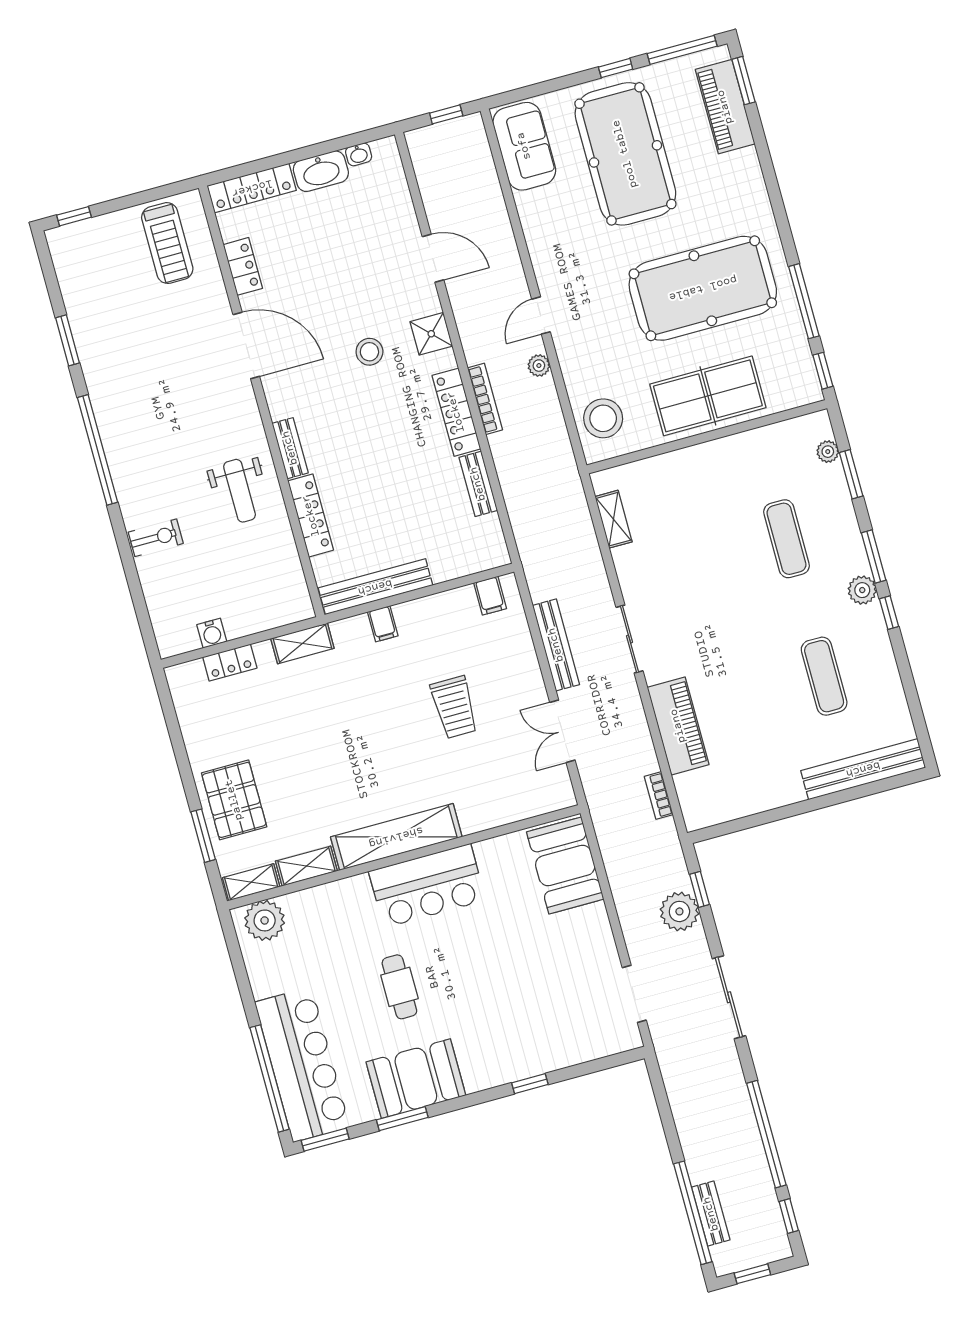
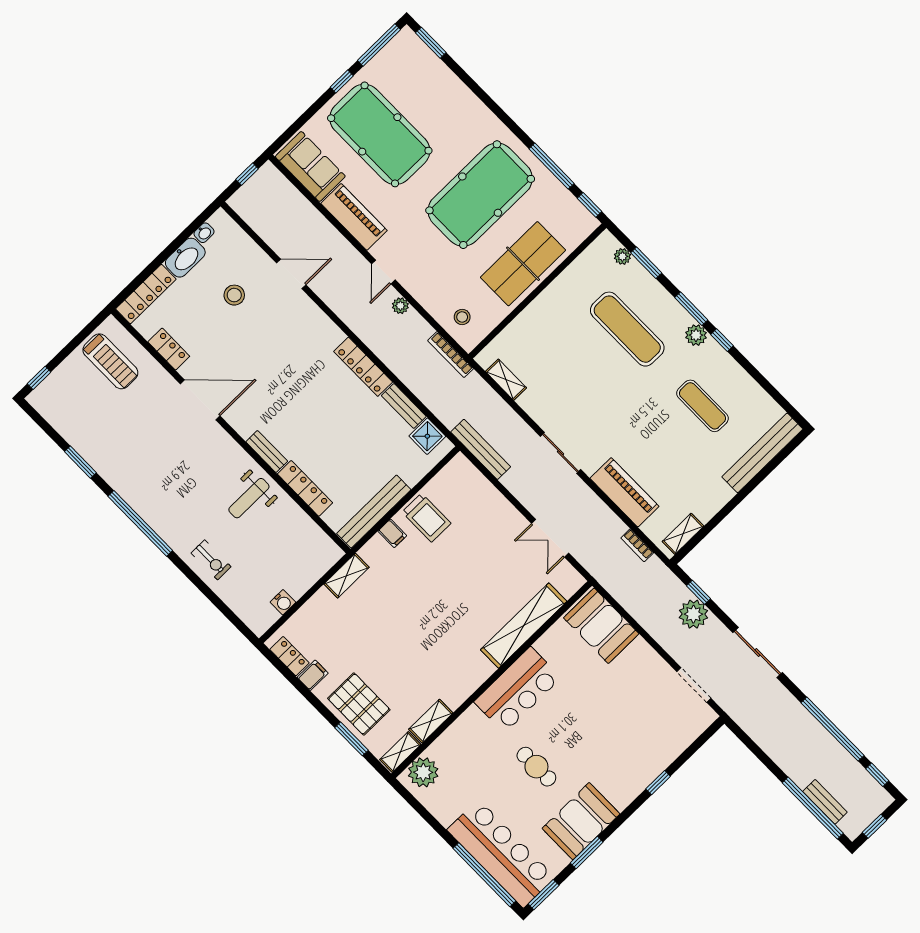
piano: (725, 107) -> (354, 217), moved, turned 180
shower: (431, 334) -> (427, 436), moved
stool: (369, 352) -> (234, 295), moved
bookcase: (485, 399) -> (451, 355), moved, turned 180
stool: (603, 418) -> (462, 317), width x0.53, depth x0.53
weight bench: (240, 491) -> (249, 498), turned 90
exercise bike: (156, 538) -> (211, 560), turned 90
exercise mat: (787, 539) -> (627, 329), width x1.36, depth x1.45
filing cabinet: (490, 596) -> (313, 675), moved, turned -90
bench: (556, 645) -> (481, 449), moved
locker: (230, 663) -> (289, 656), moved, turned -90
trolley: (454, 707) -> (426, 518), moved
shelving: (719, 812) -> (683, 534), added
shelving: (396, 837) -> (524, 626), moved

